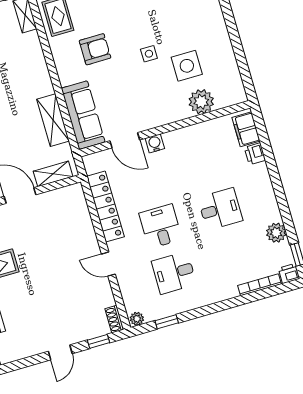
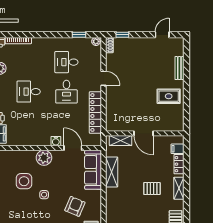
armchair: (95, 49) -> (75, 206), turned 113
plant: (201, 102) -> (44, 158), moved
desk: (174, 273) -> (66, 62), turned 180
door: (60, 352) -> (162, 35), moved

